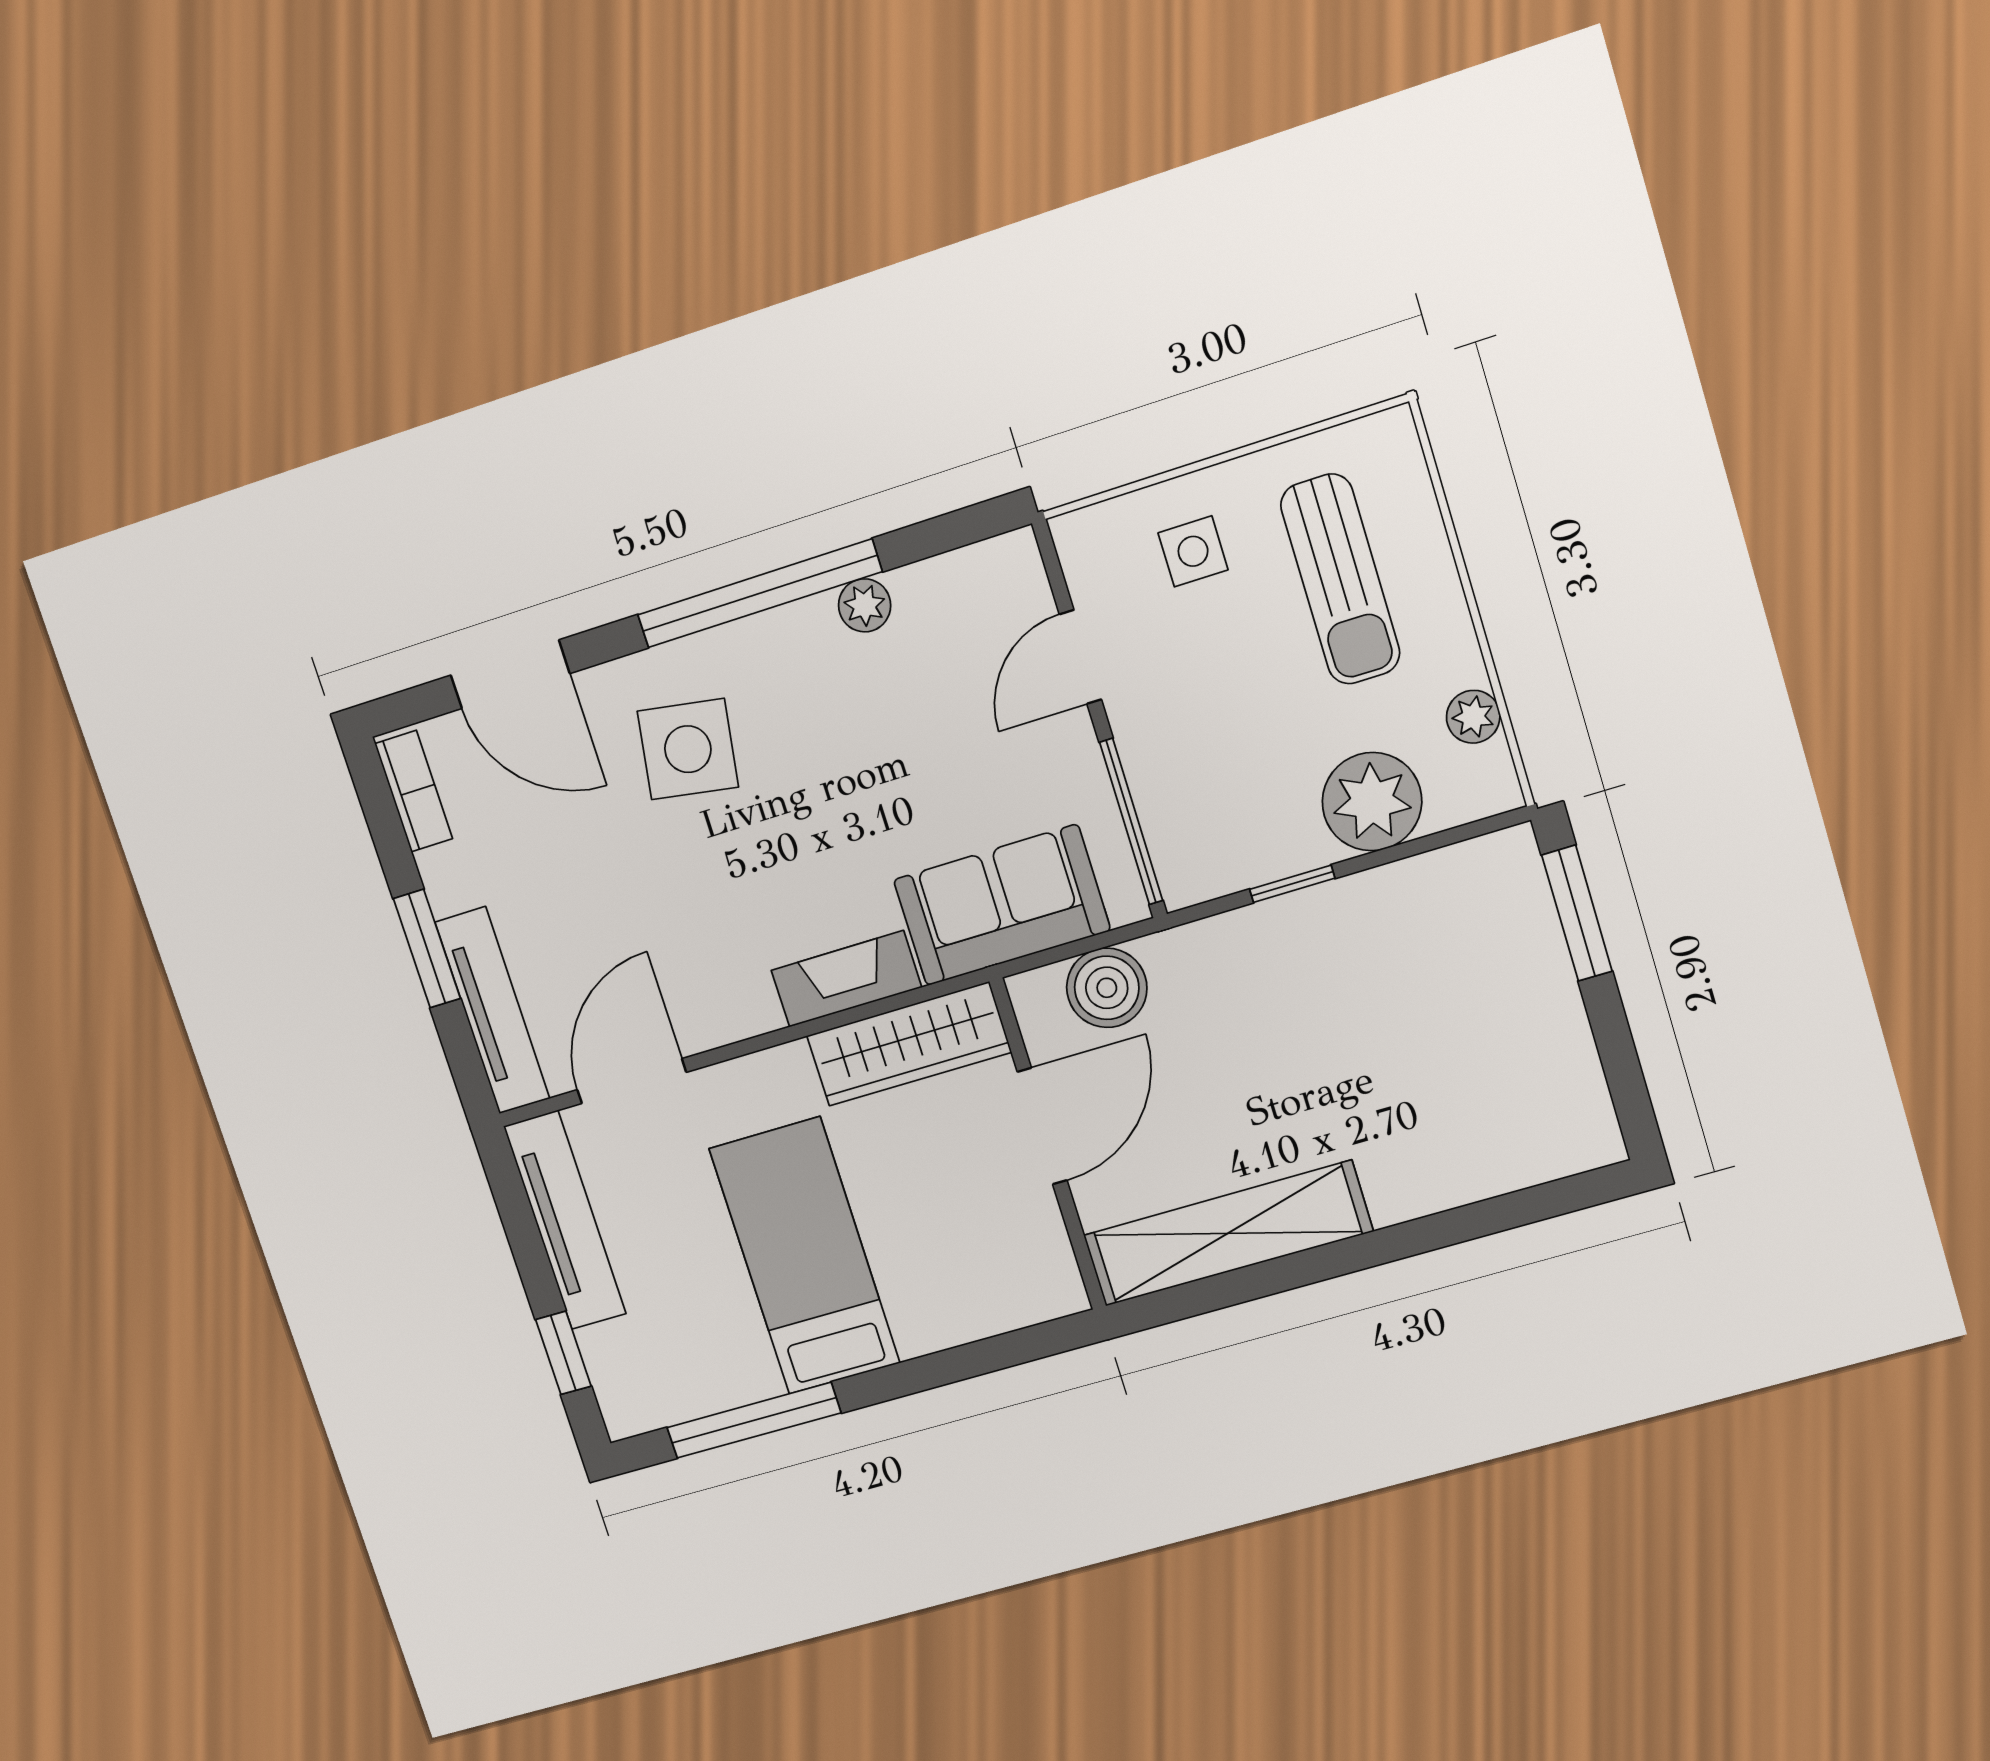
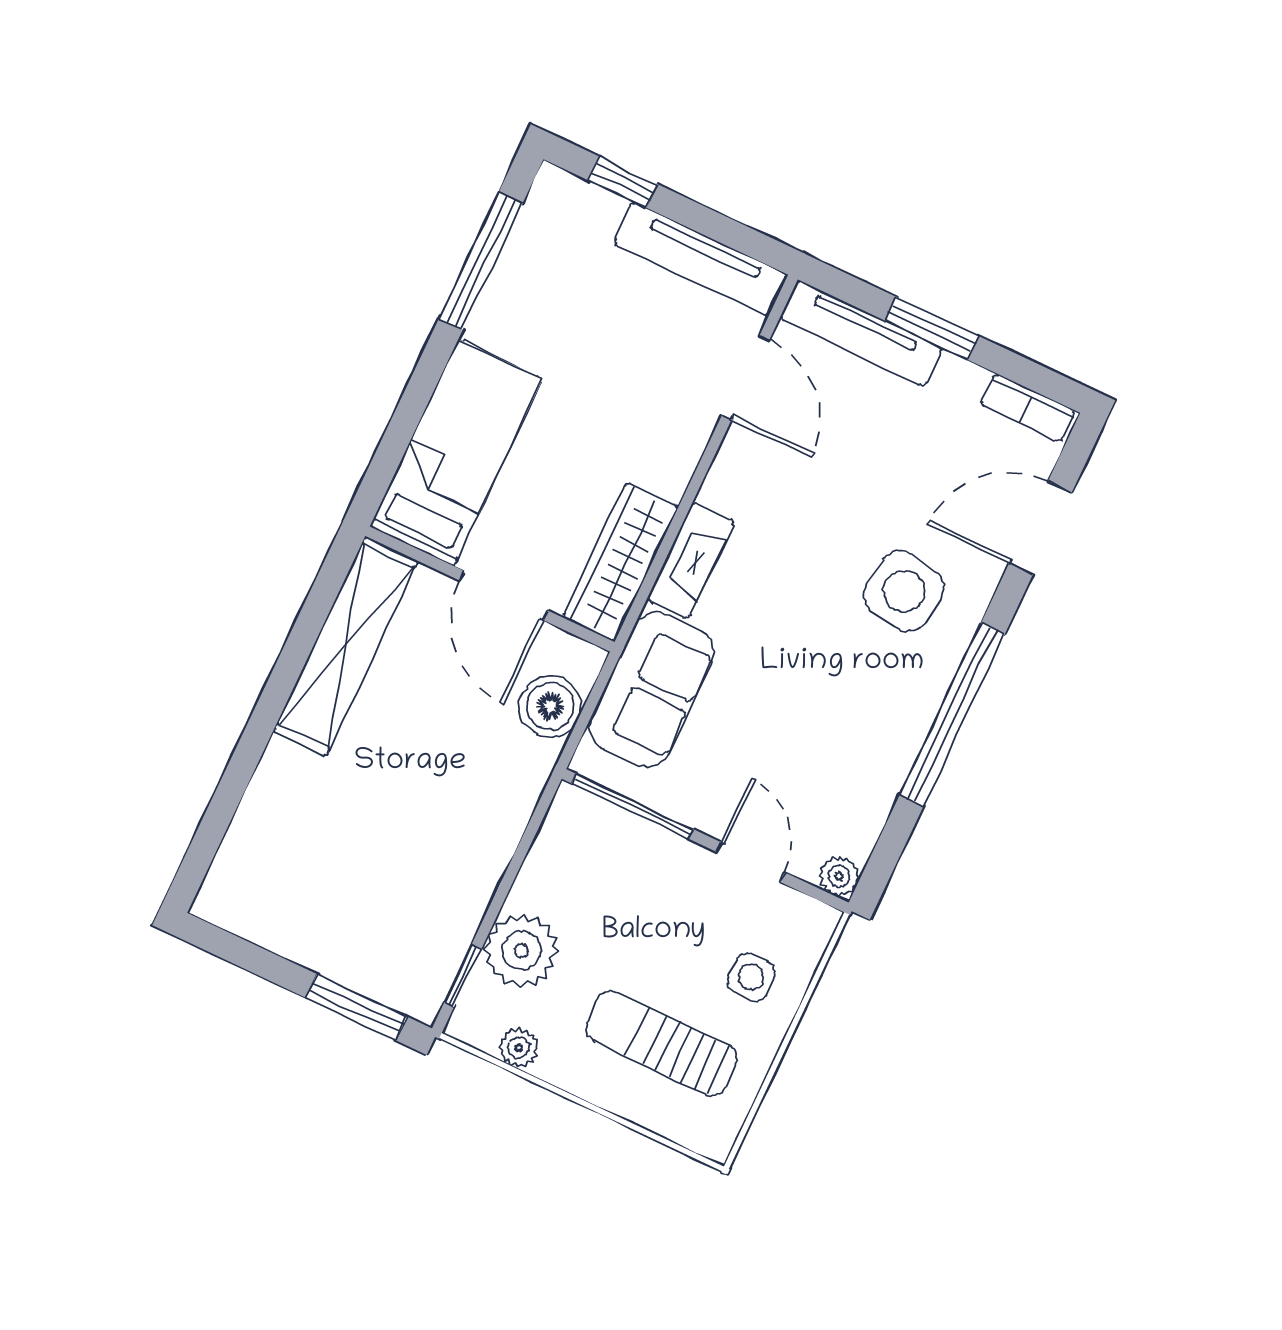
plant: (865, 605) -> (839, 876), moved
window: (1292, 884) -> (463, 976), moved
bed: (805, 1256) -> (456, 453), moved, turned -90

